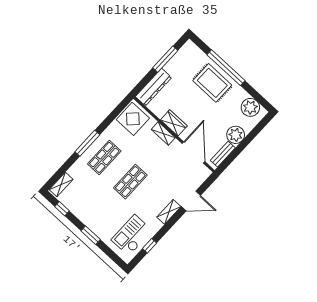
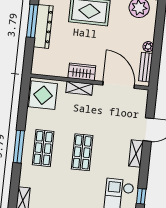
dresser: (154, 87) -> (43, 26), moved
plant: (236, 135) -> (148, 47), width x0.53, depth x0.53

